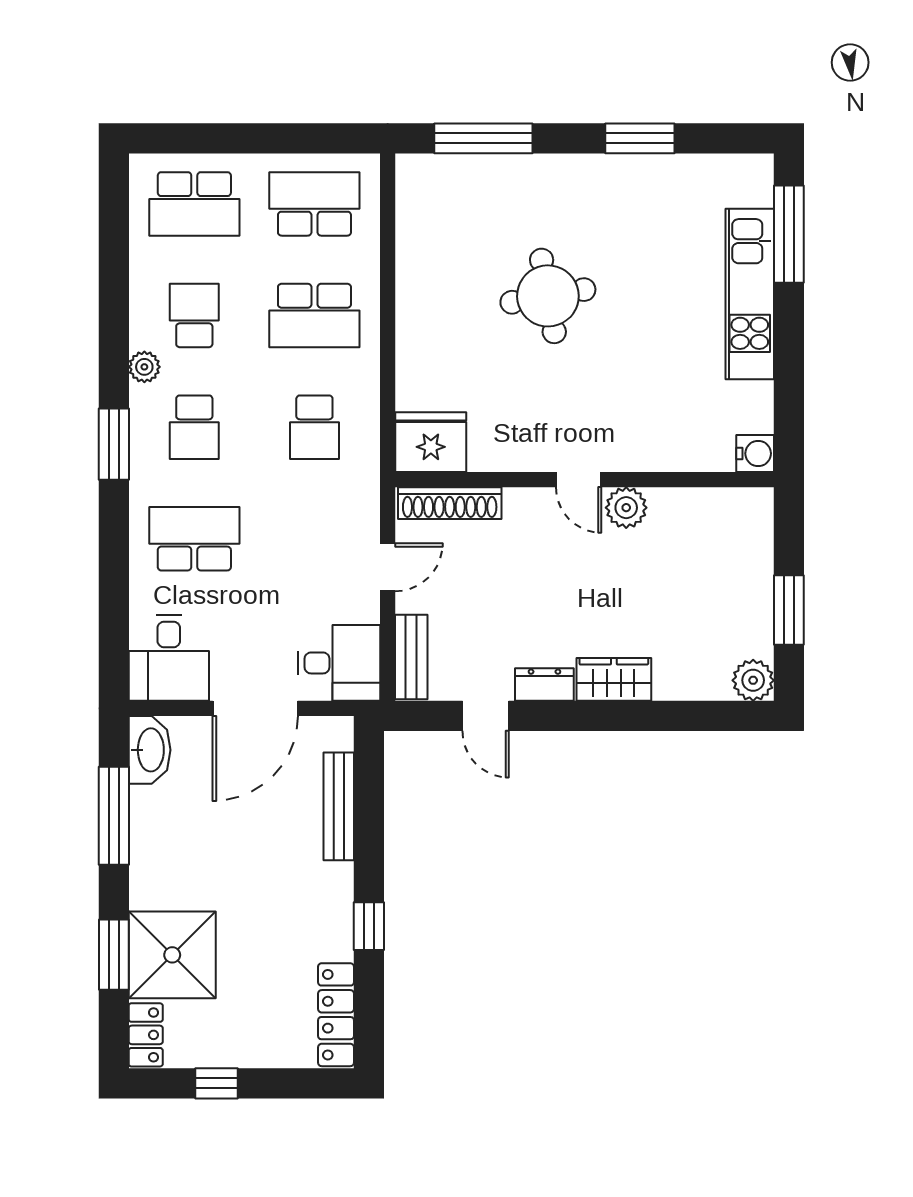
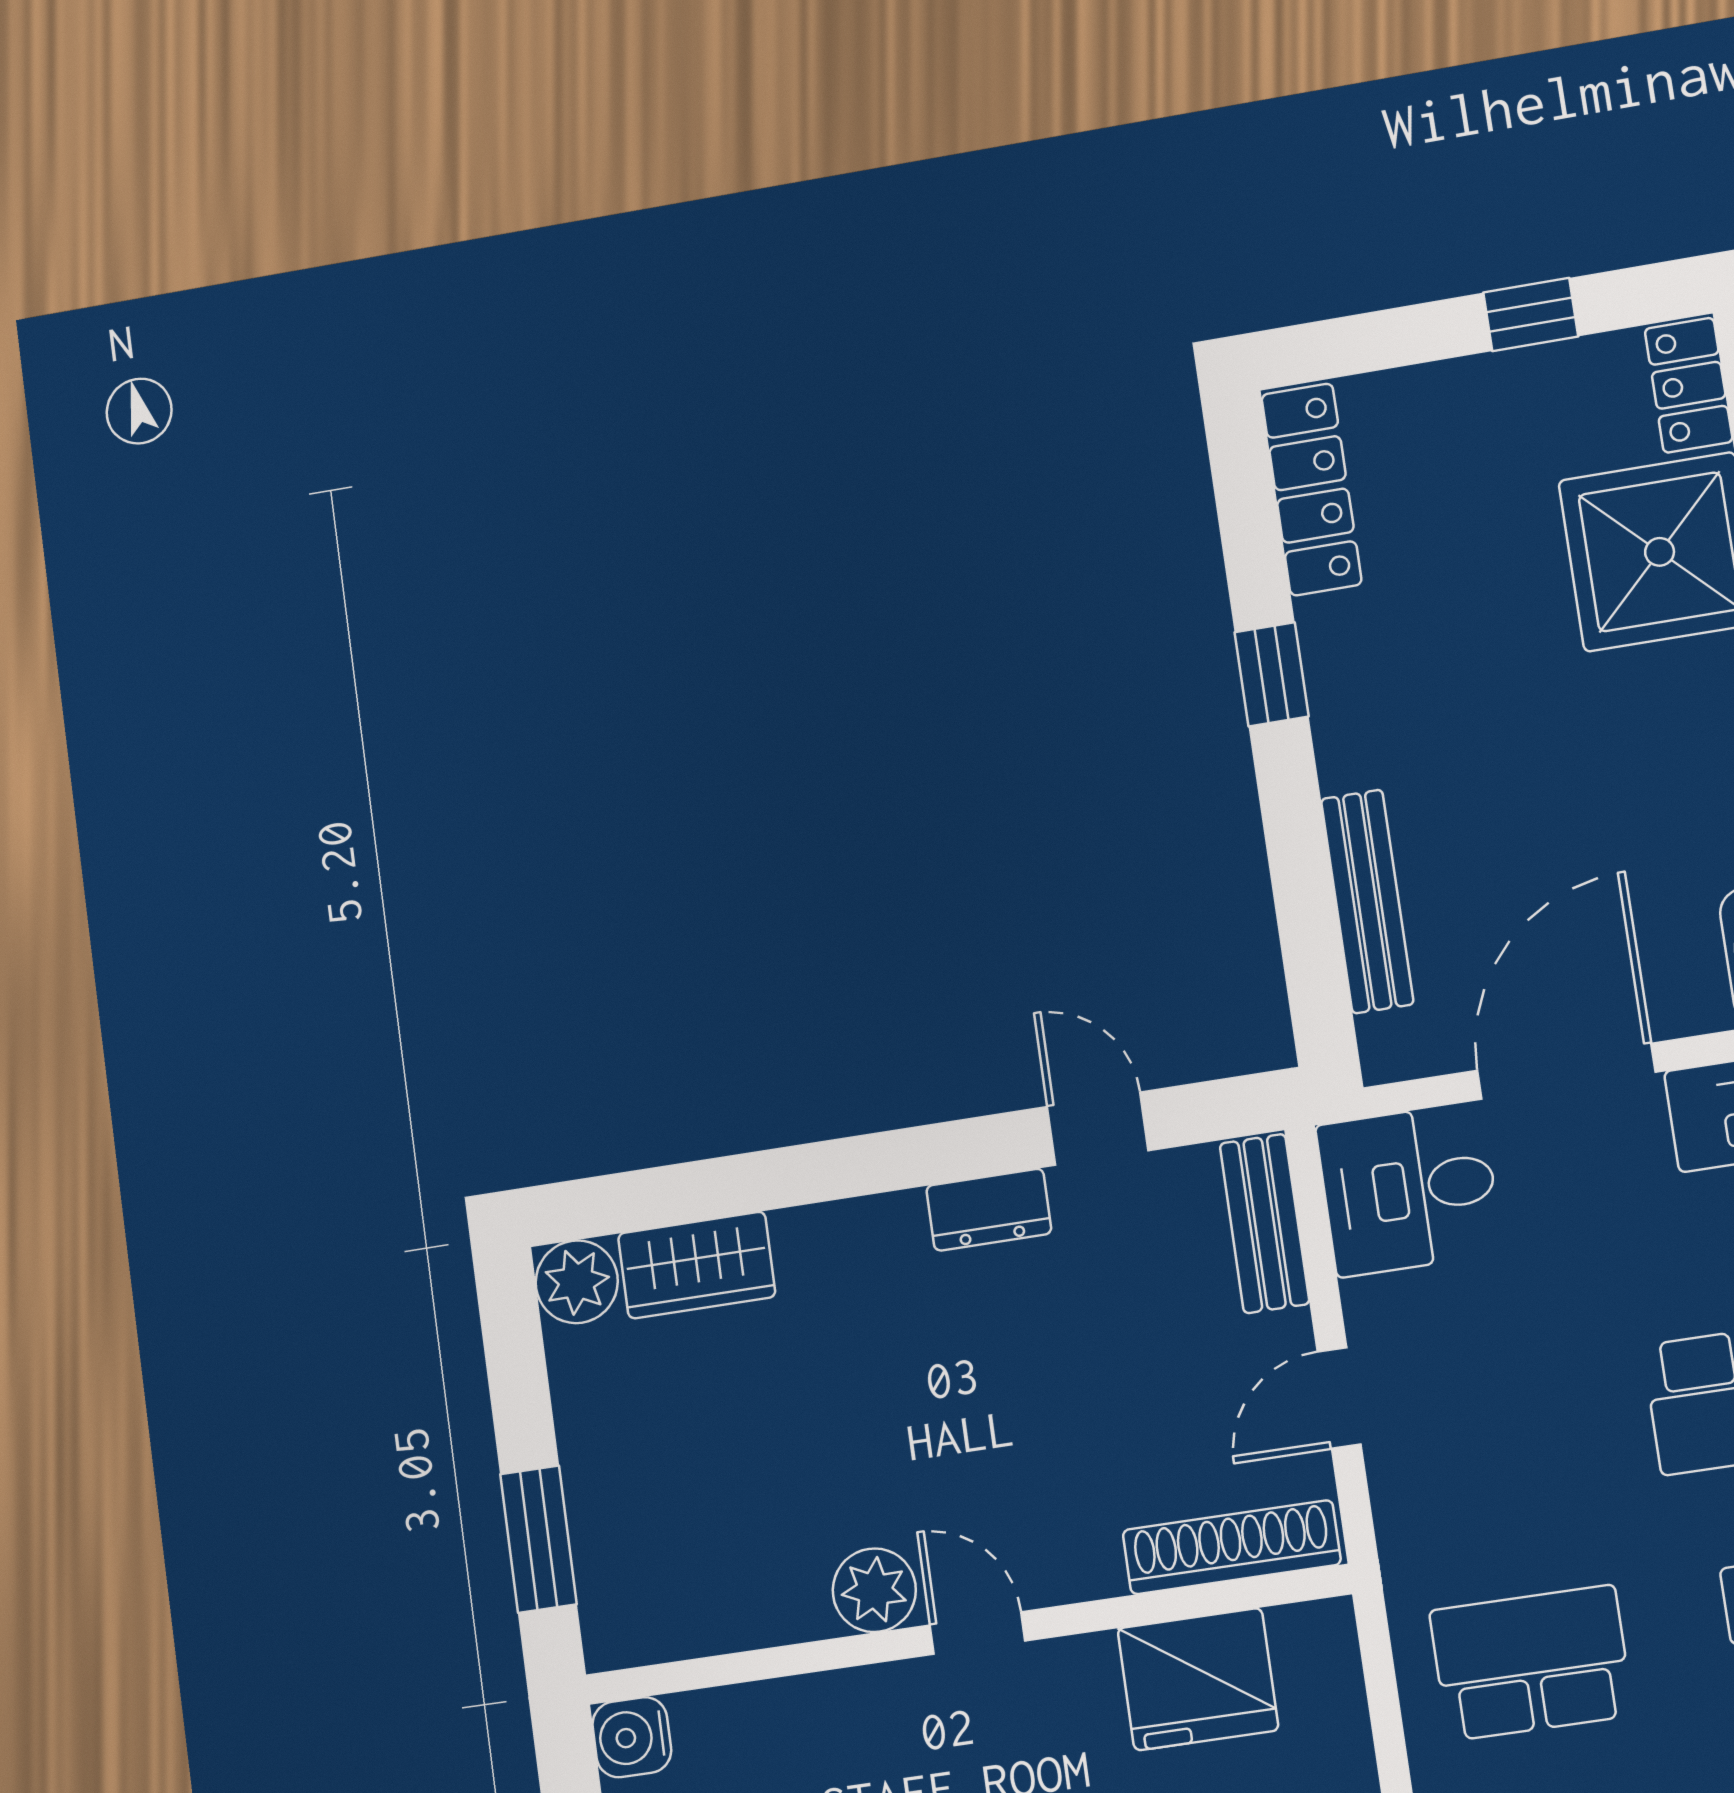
school desk: (314, 427) -> (1531, 1663), width x1.85
fridge: (431, 442) -> (1198, 1679), moved
window: (789, 610) -> (538, 1539), moved
wardrobe: (614, 679) -> (697, 1265), moved

